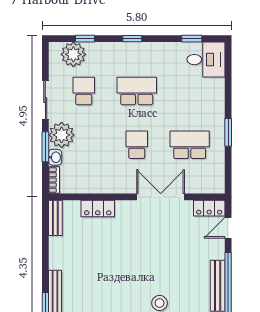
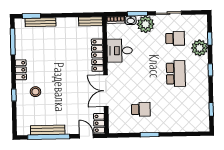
plant: (73, 54) -> (200, 48), moved
desk: (206, 60) -> (120, 51), moved, turned 90
school desk: (137, 145) -> (140, 74), removed
school desk: (190, 145) -> (141, 109), width x0.54
double door: (161, 197) -> (106, 91), swing flipped
locker: (98, 209) -> (97, 55), width x1.53

